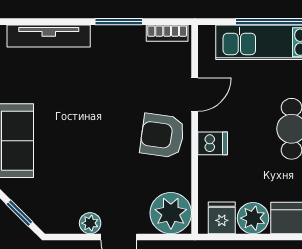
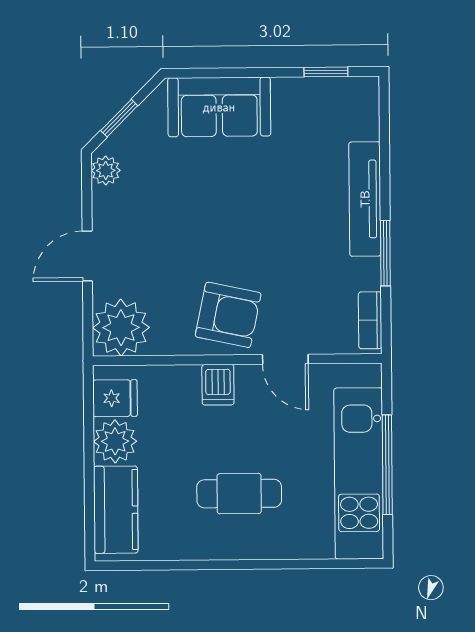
tv unit: (49, 36) -> (365, 199), moved
armchair: (162, 136) -> (228, 315), turned 94
plant: (90, 223) -> (106, 170), moved

